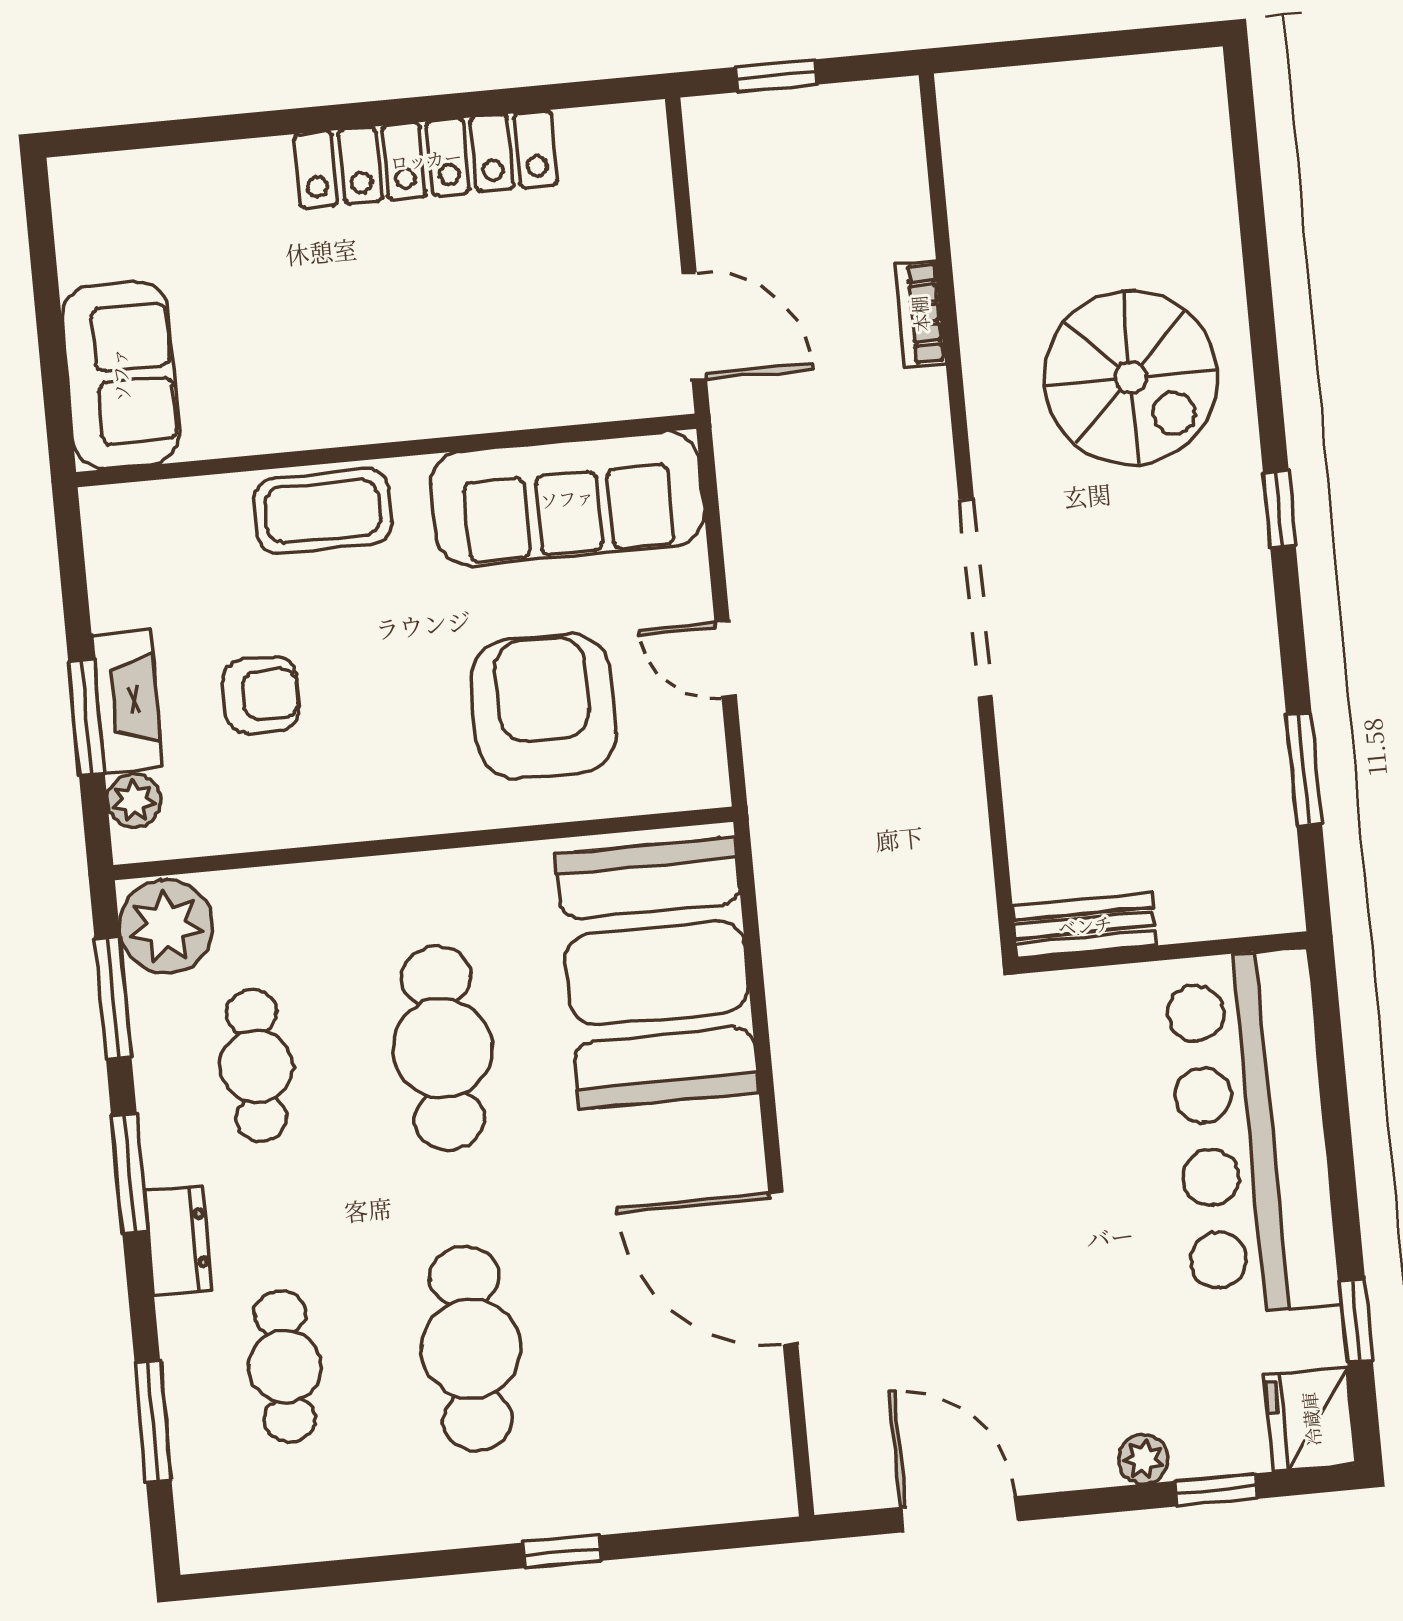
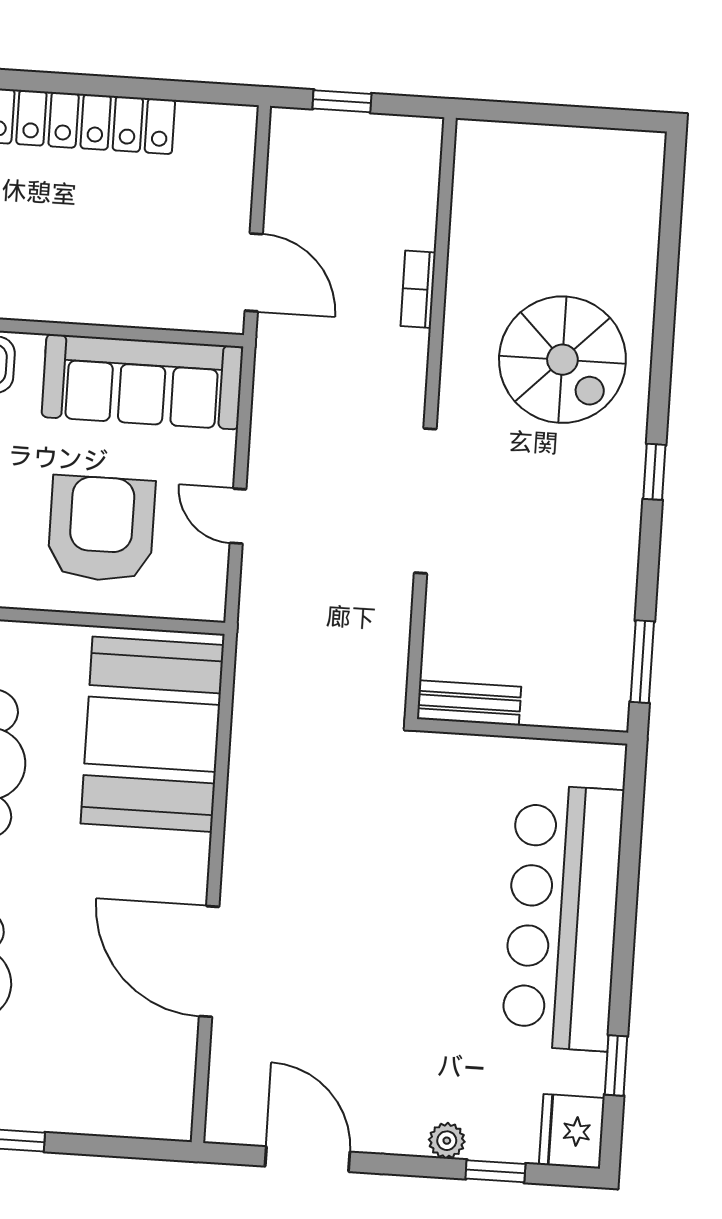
bench: (1085, 925) -> (469, 703), moved
wall: (1163, 953) -> (522, 731), moved

